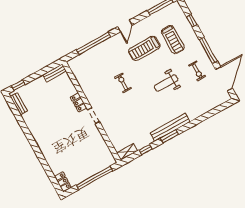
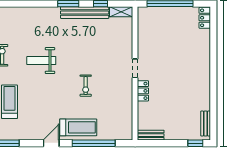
treadmill: (144, 48) -> (78, 127), moved
weight bench: (166, 83) -> (41, 61), turned 180
bench: (170, 127) -> (85, 13), moved

